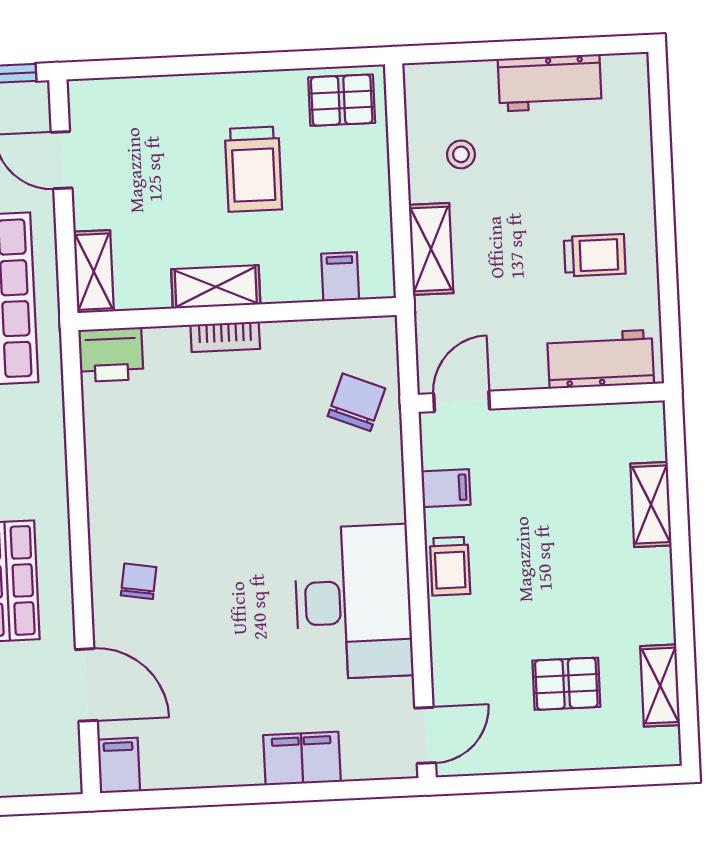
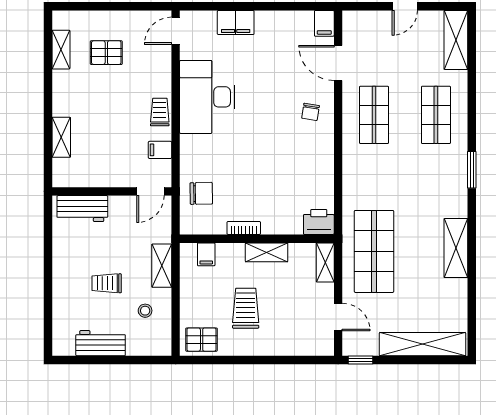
trolley: (595, 255) -> (107, 283), moved
bookcase: (225, 337) -> (244, 228), moved
chair: (356, 402) -> (201, 193), turned -113

